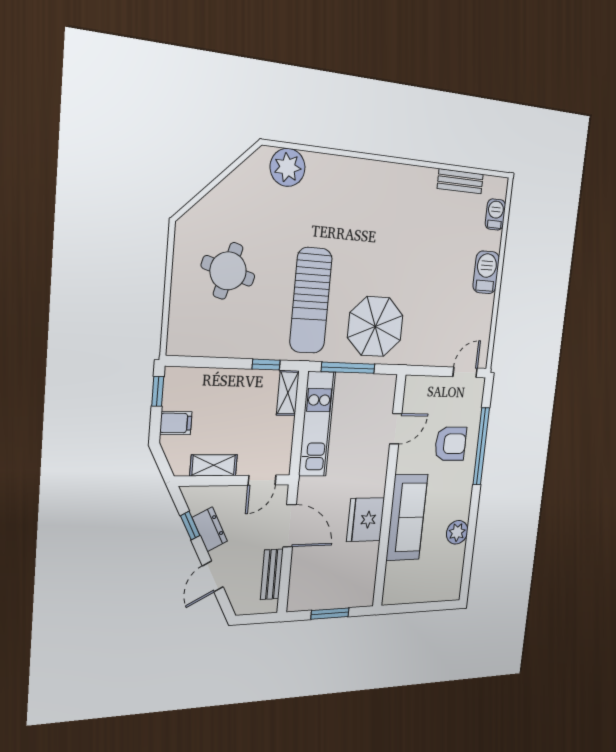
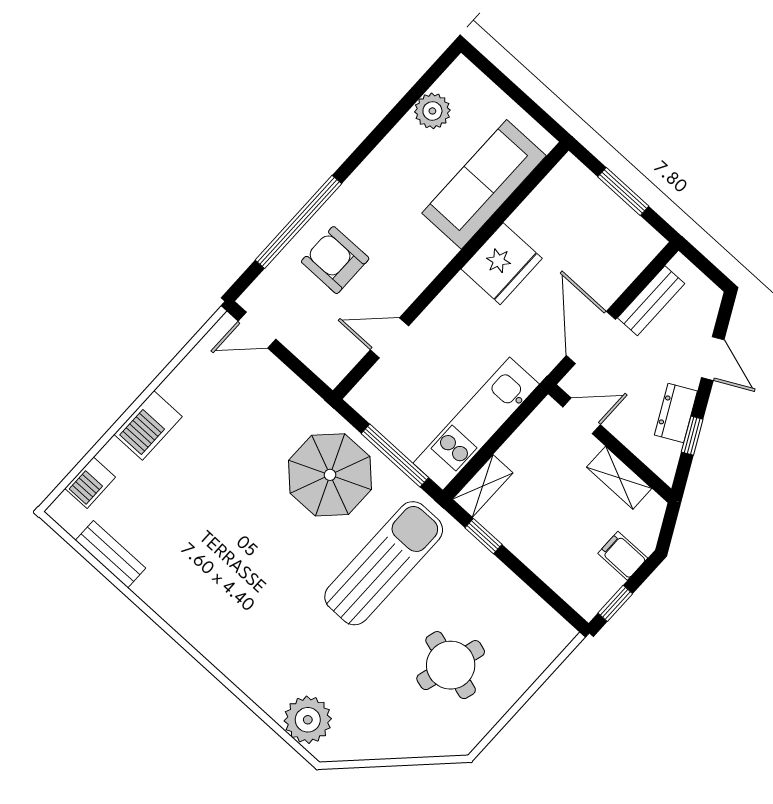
sofa: (407, 517) -> (484, 184), moved
plant: (457, 532) -> (432, 111), moved
door: (213, 576) -> (713, 359), hinge flipped

